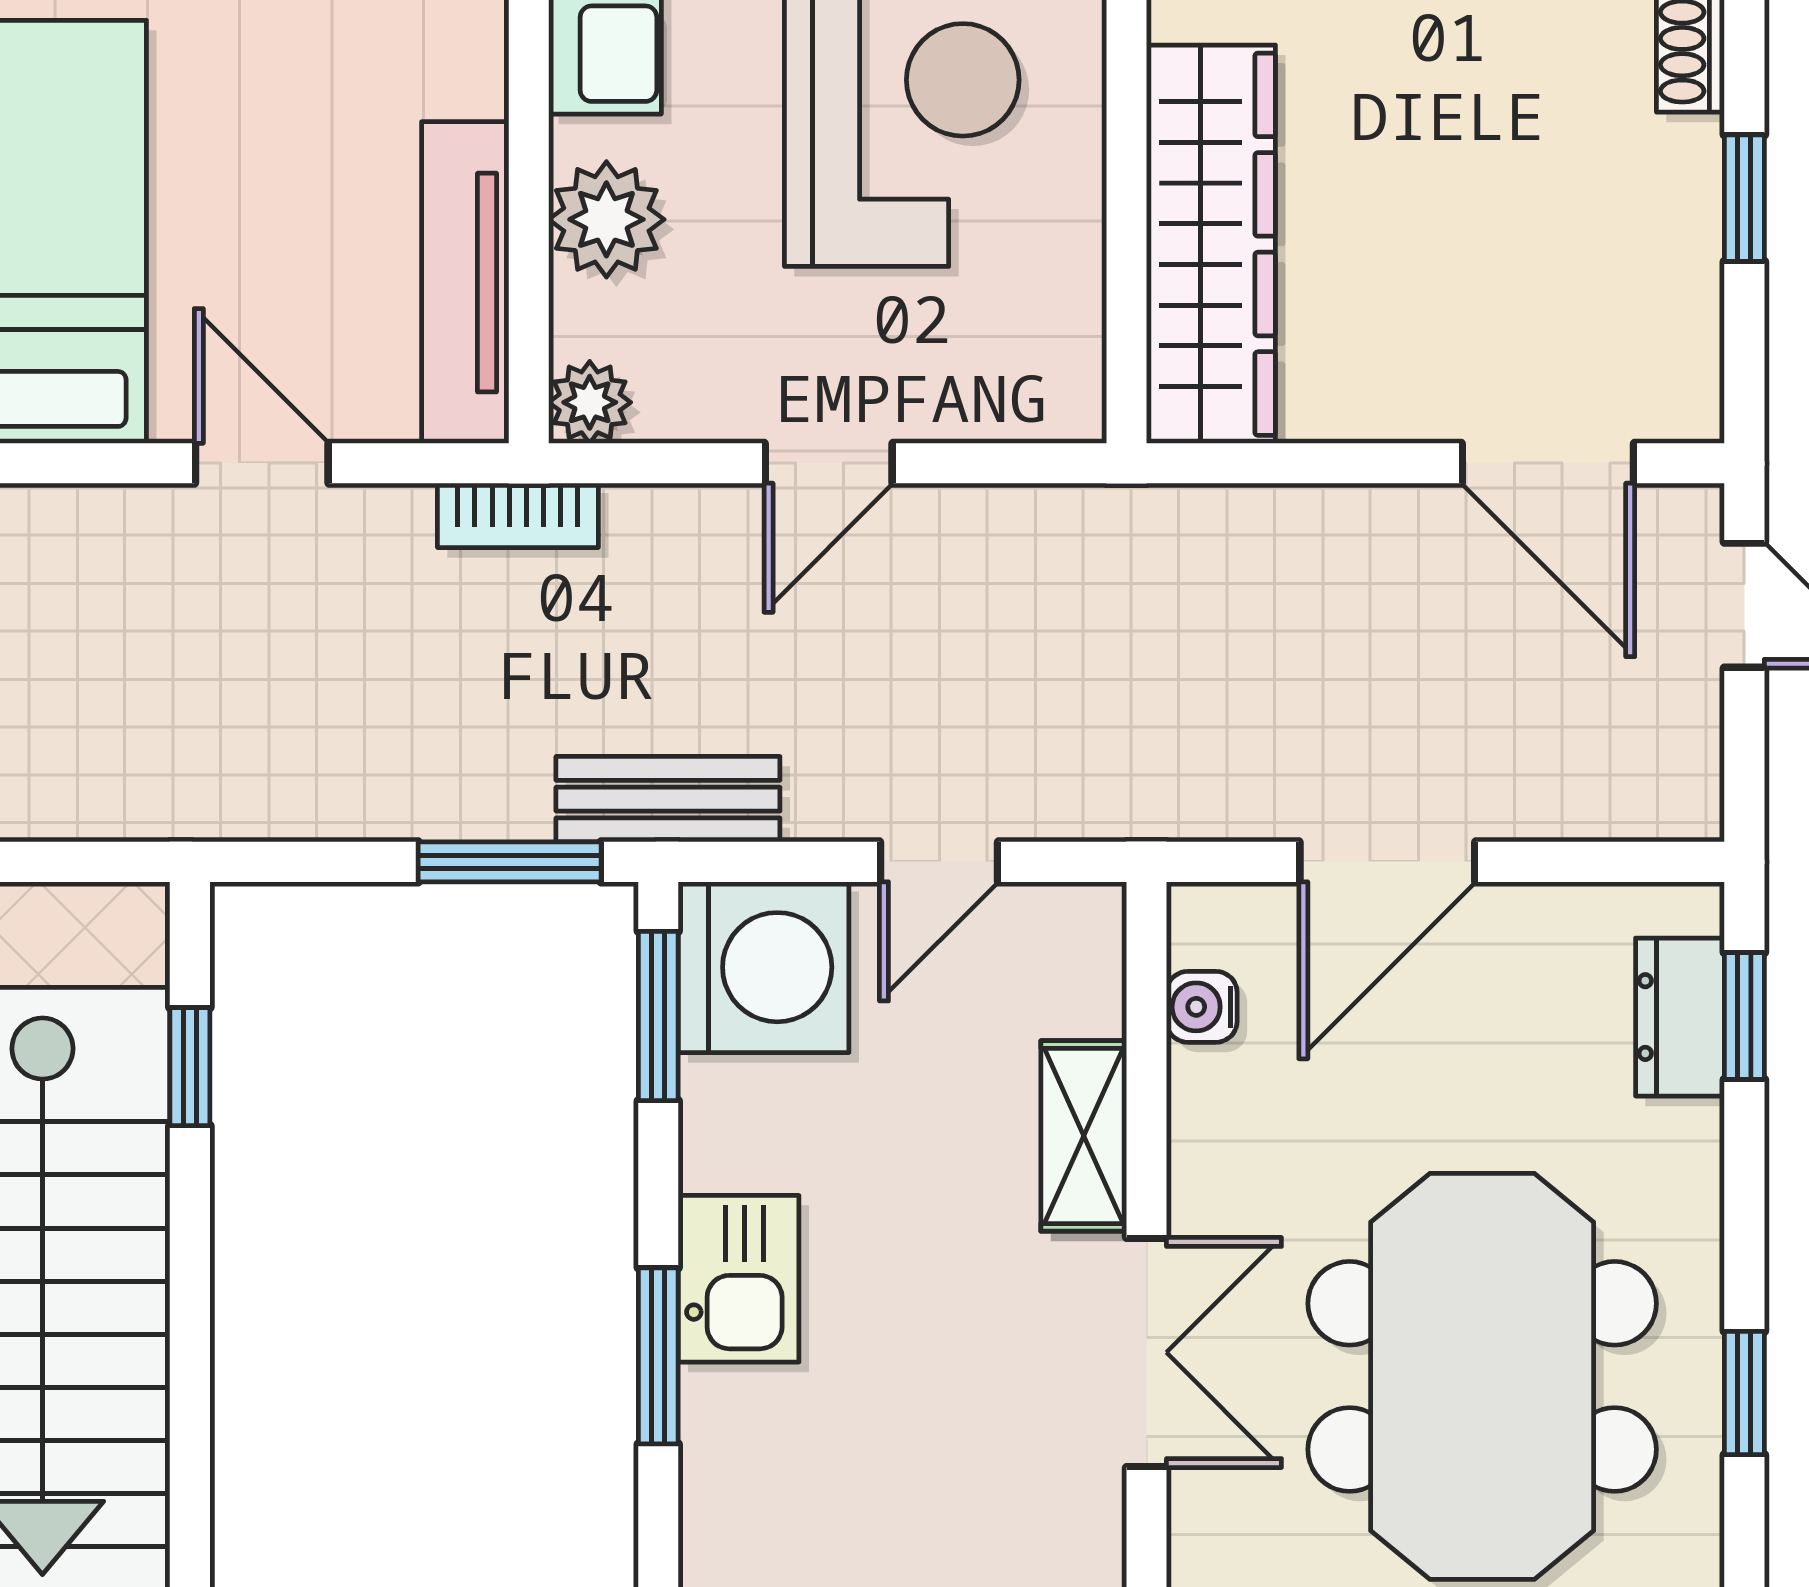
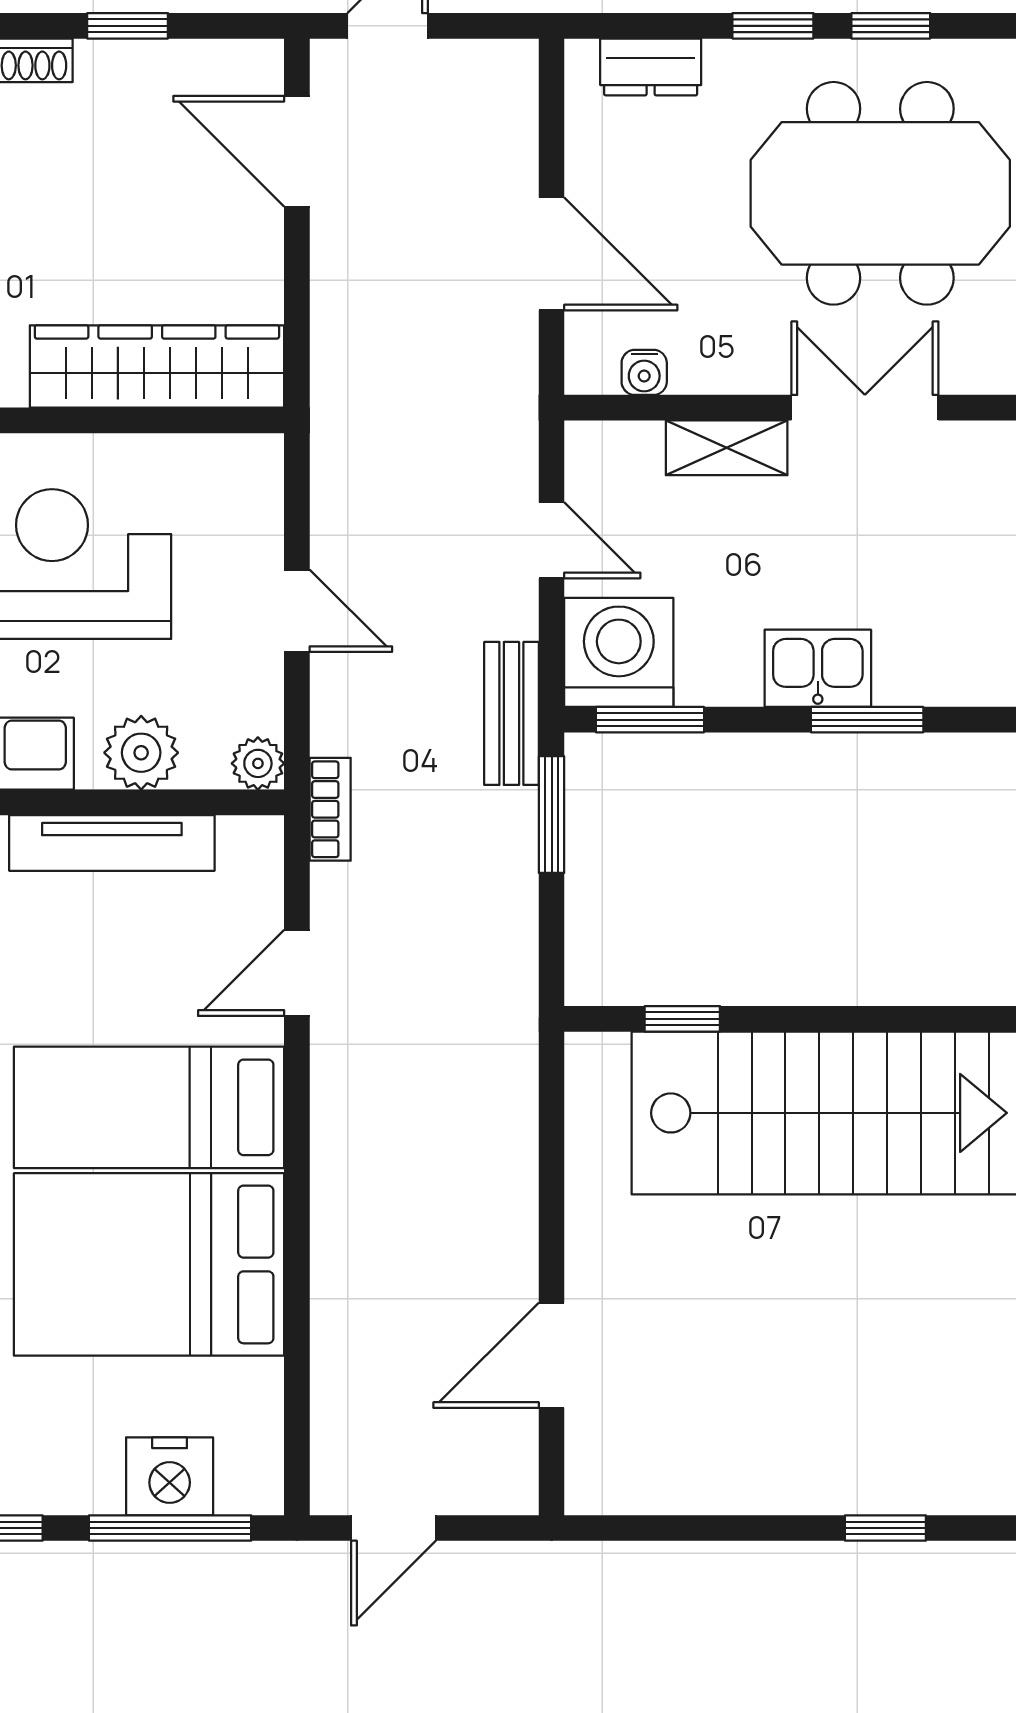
tv unit: (465, 283) -> (112, 843), moved
door: (1548, 463) -> (297, 151), swing flipped
window: (1744, 1016) -> (773, 26), moved

